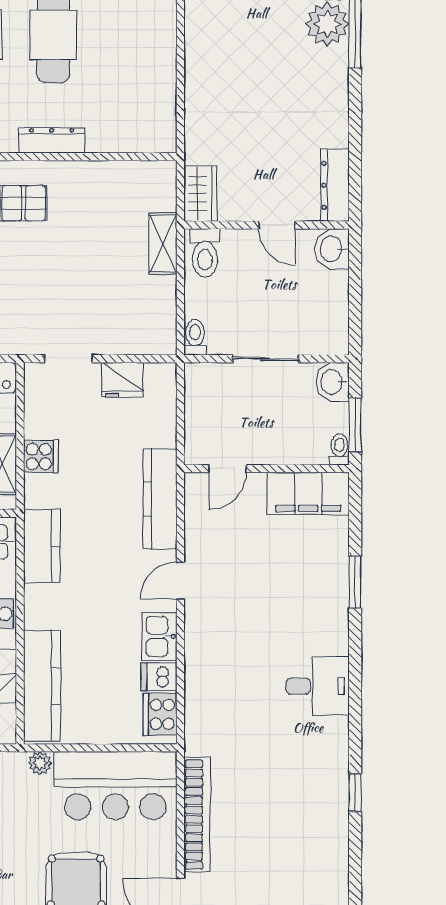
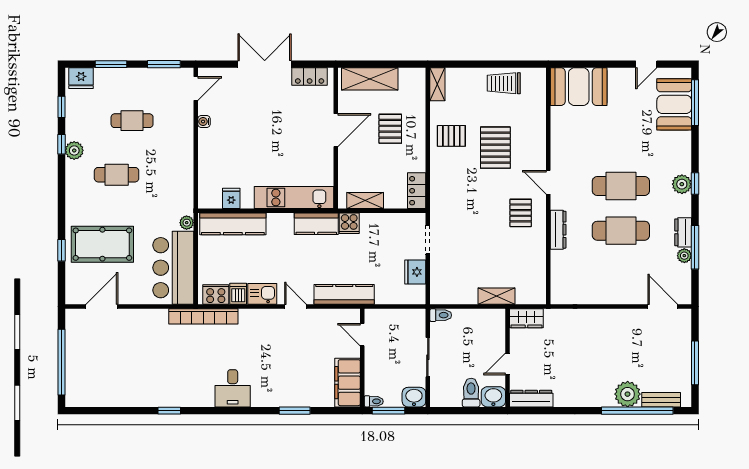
toilet: (205, 253) -> (471, 393), moved, turned 90
cooker: (41, 456) -> (349, 223), moved
bookcase: (197, 815) -> (203, 316), moved

